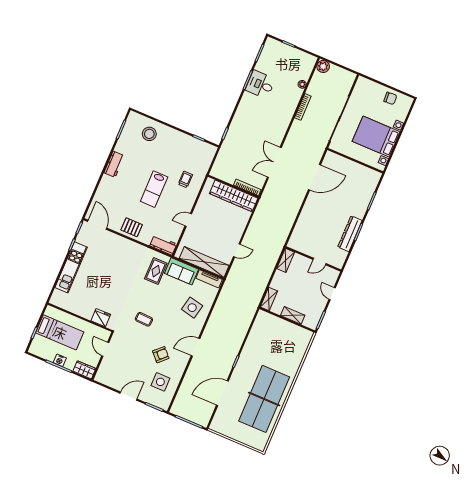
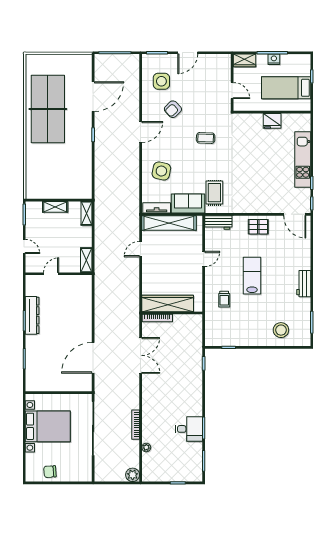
fridge: (101, 318) -> (272, 121), moved

